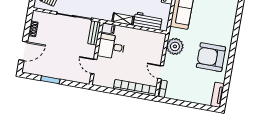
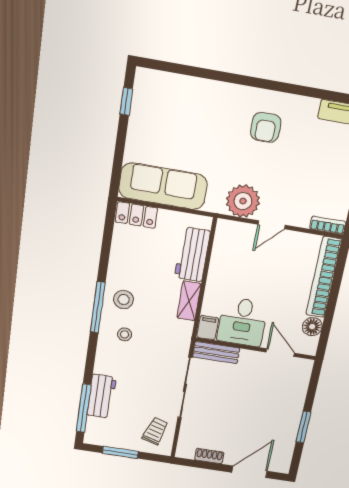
door: (23, 51) -> (249, 472), hinge flipped
armchair: (211, 57) -> (266, 127), width x0.53, depth x0.53
door: (94, 66) -> (280, 353), swing flipped
door: (161, 72) -> (272, 225), moved
floor lamp: (108, 83) -> (312, 327), added

